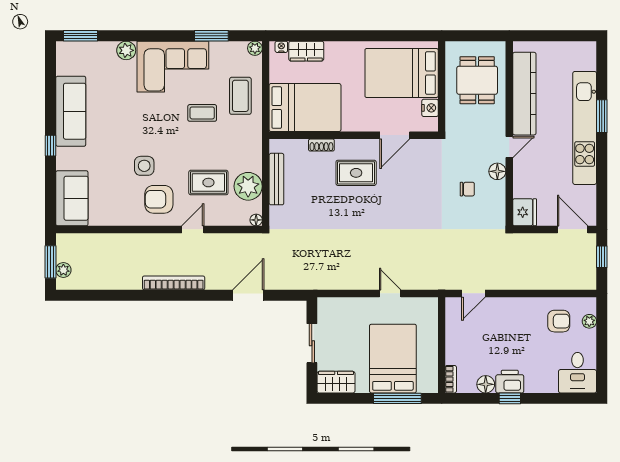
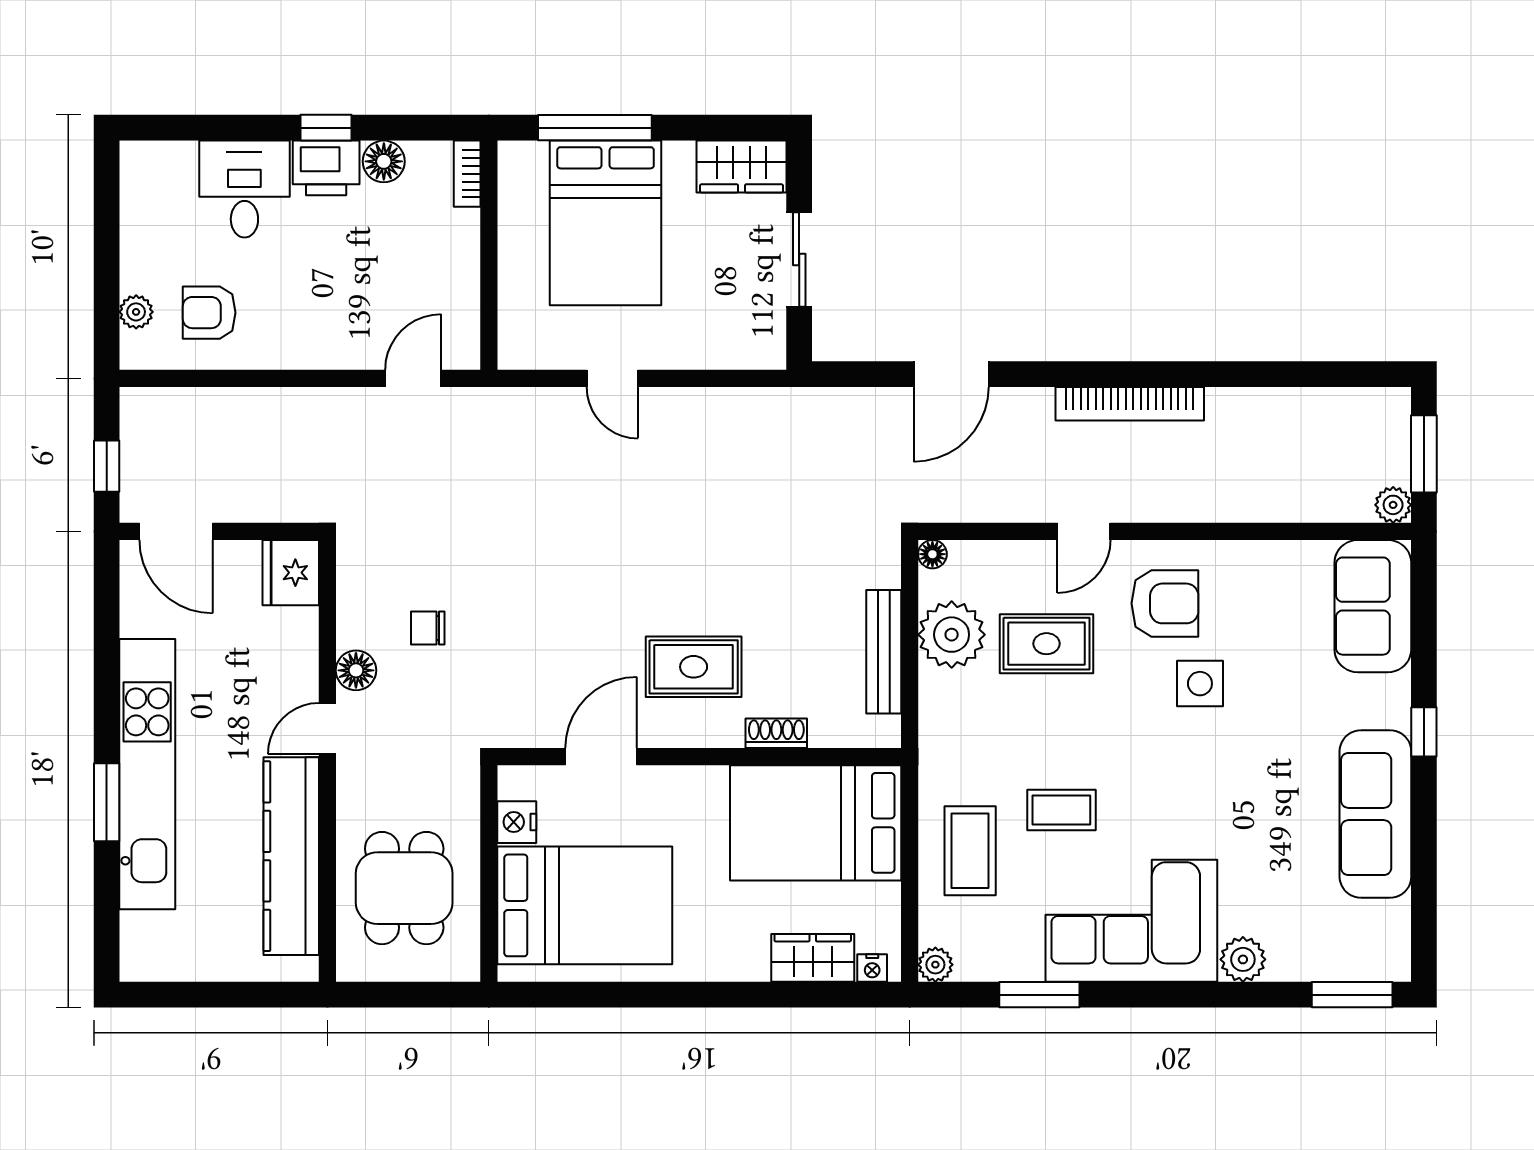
plant: (63, 270) -> (1393, 505), moved
desk: (577, 373) -> (244, 189), moved

